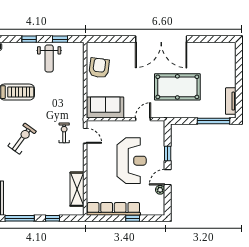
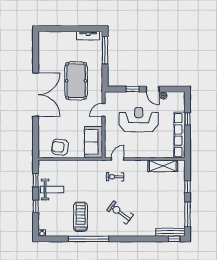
door: (143, 119) -> (104, 110), hinge flipped

